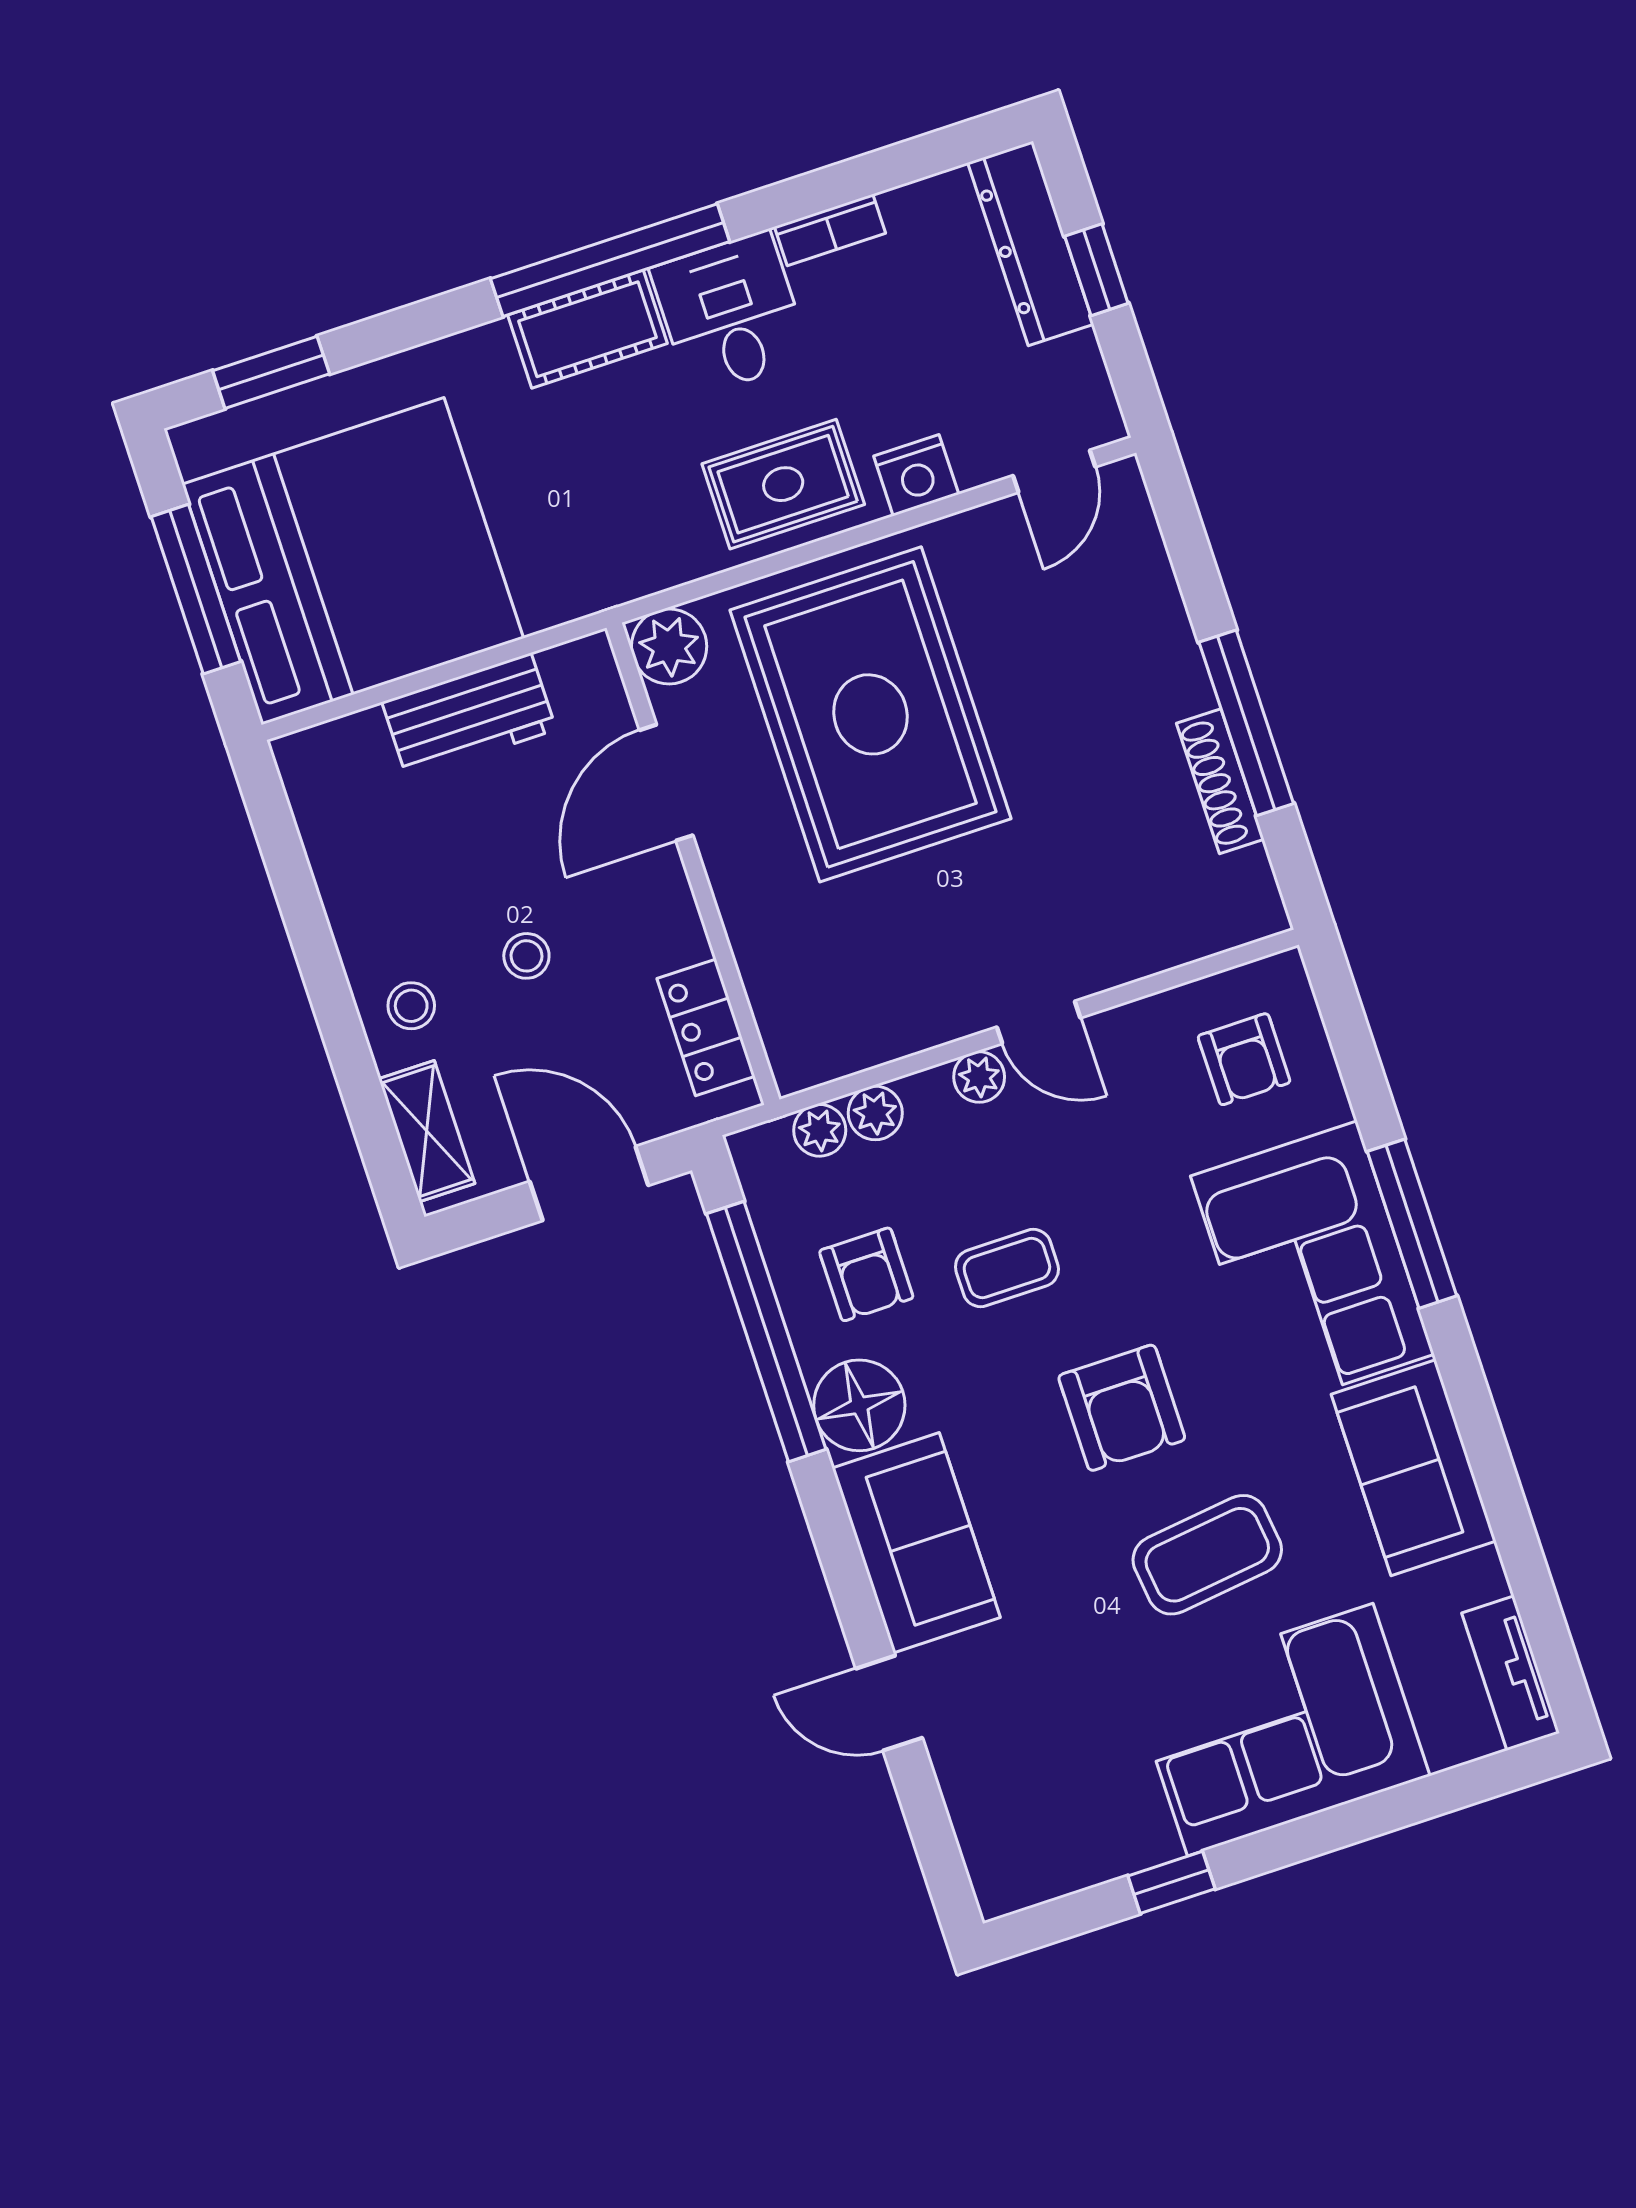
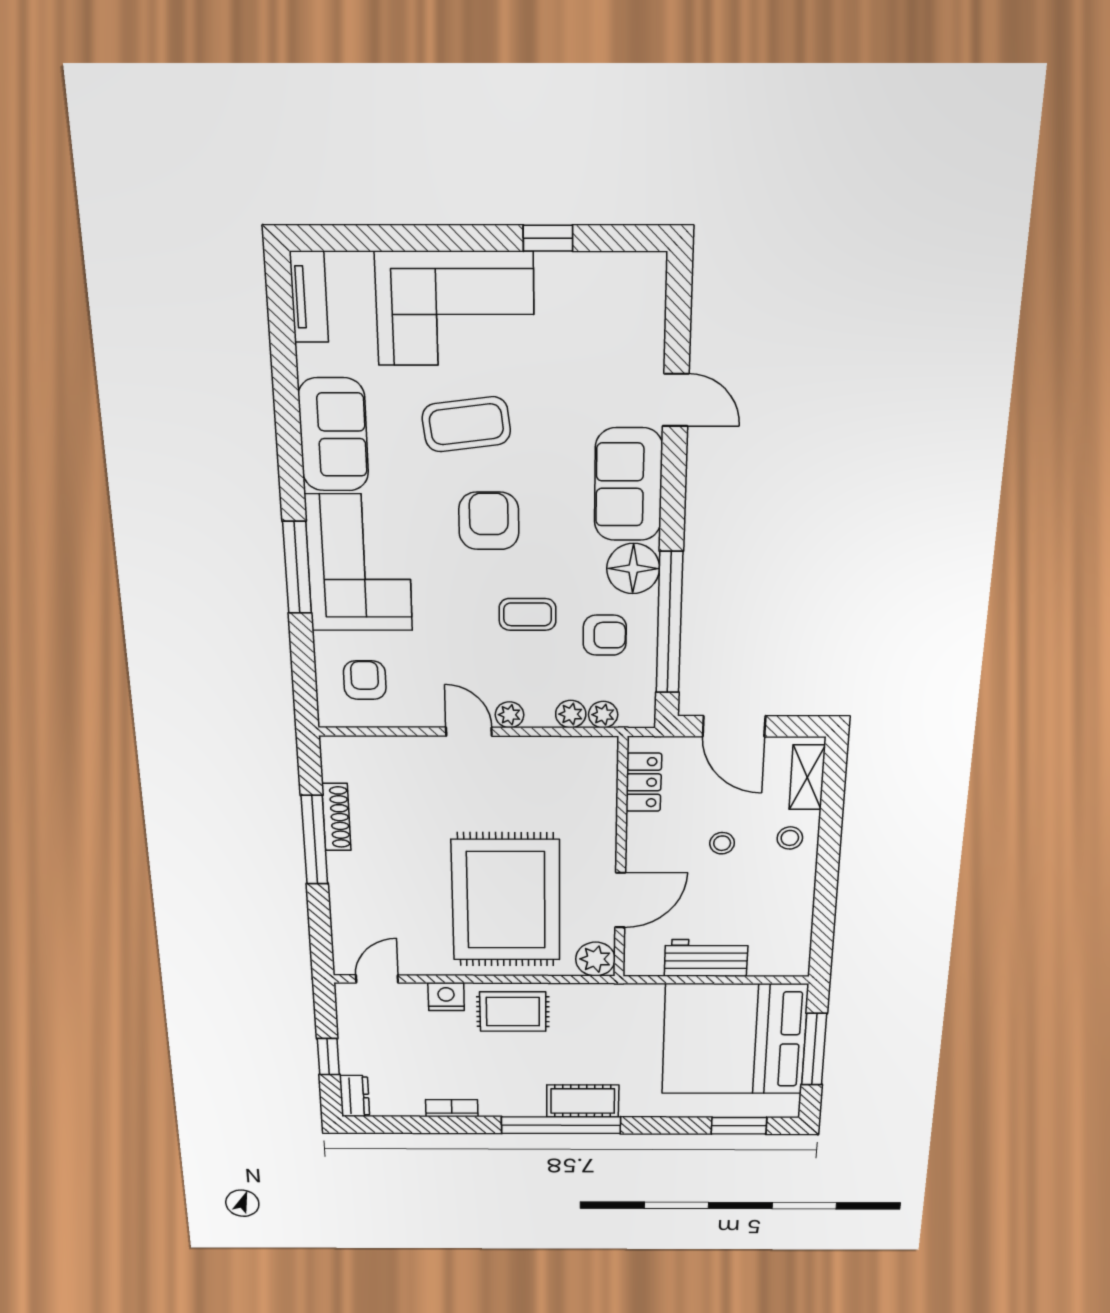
dresser: (1031, 243) -> (355, 1096), width x0.51, depth x0.80
desk: (730, 314) -> (512, 1088), removed
armchair: (866, 1274) -> (605, 635), turned 90

